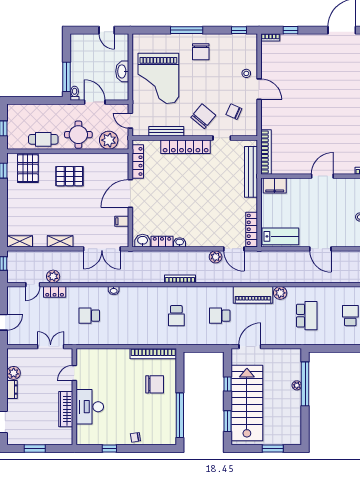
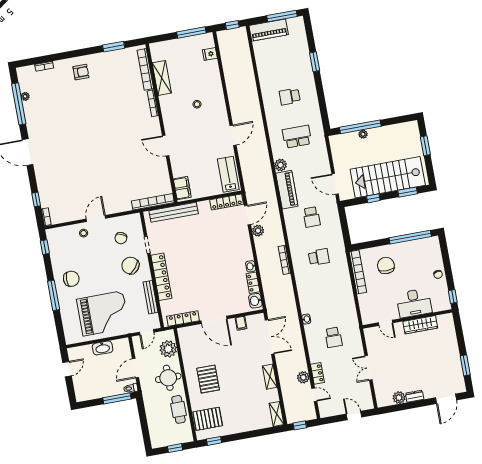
door: (74, 373) -> (385, 323), moved
wall: (74, 397) -> (407, 319), moved
desk: (90, 407) -> (414, 303), moved
wardrobe: (66, 409) -> (420, 325), moved

